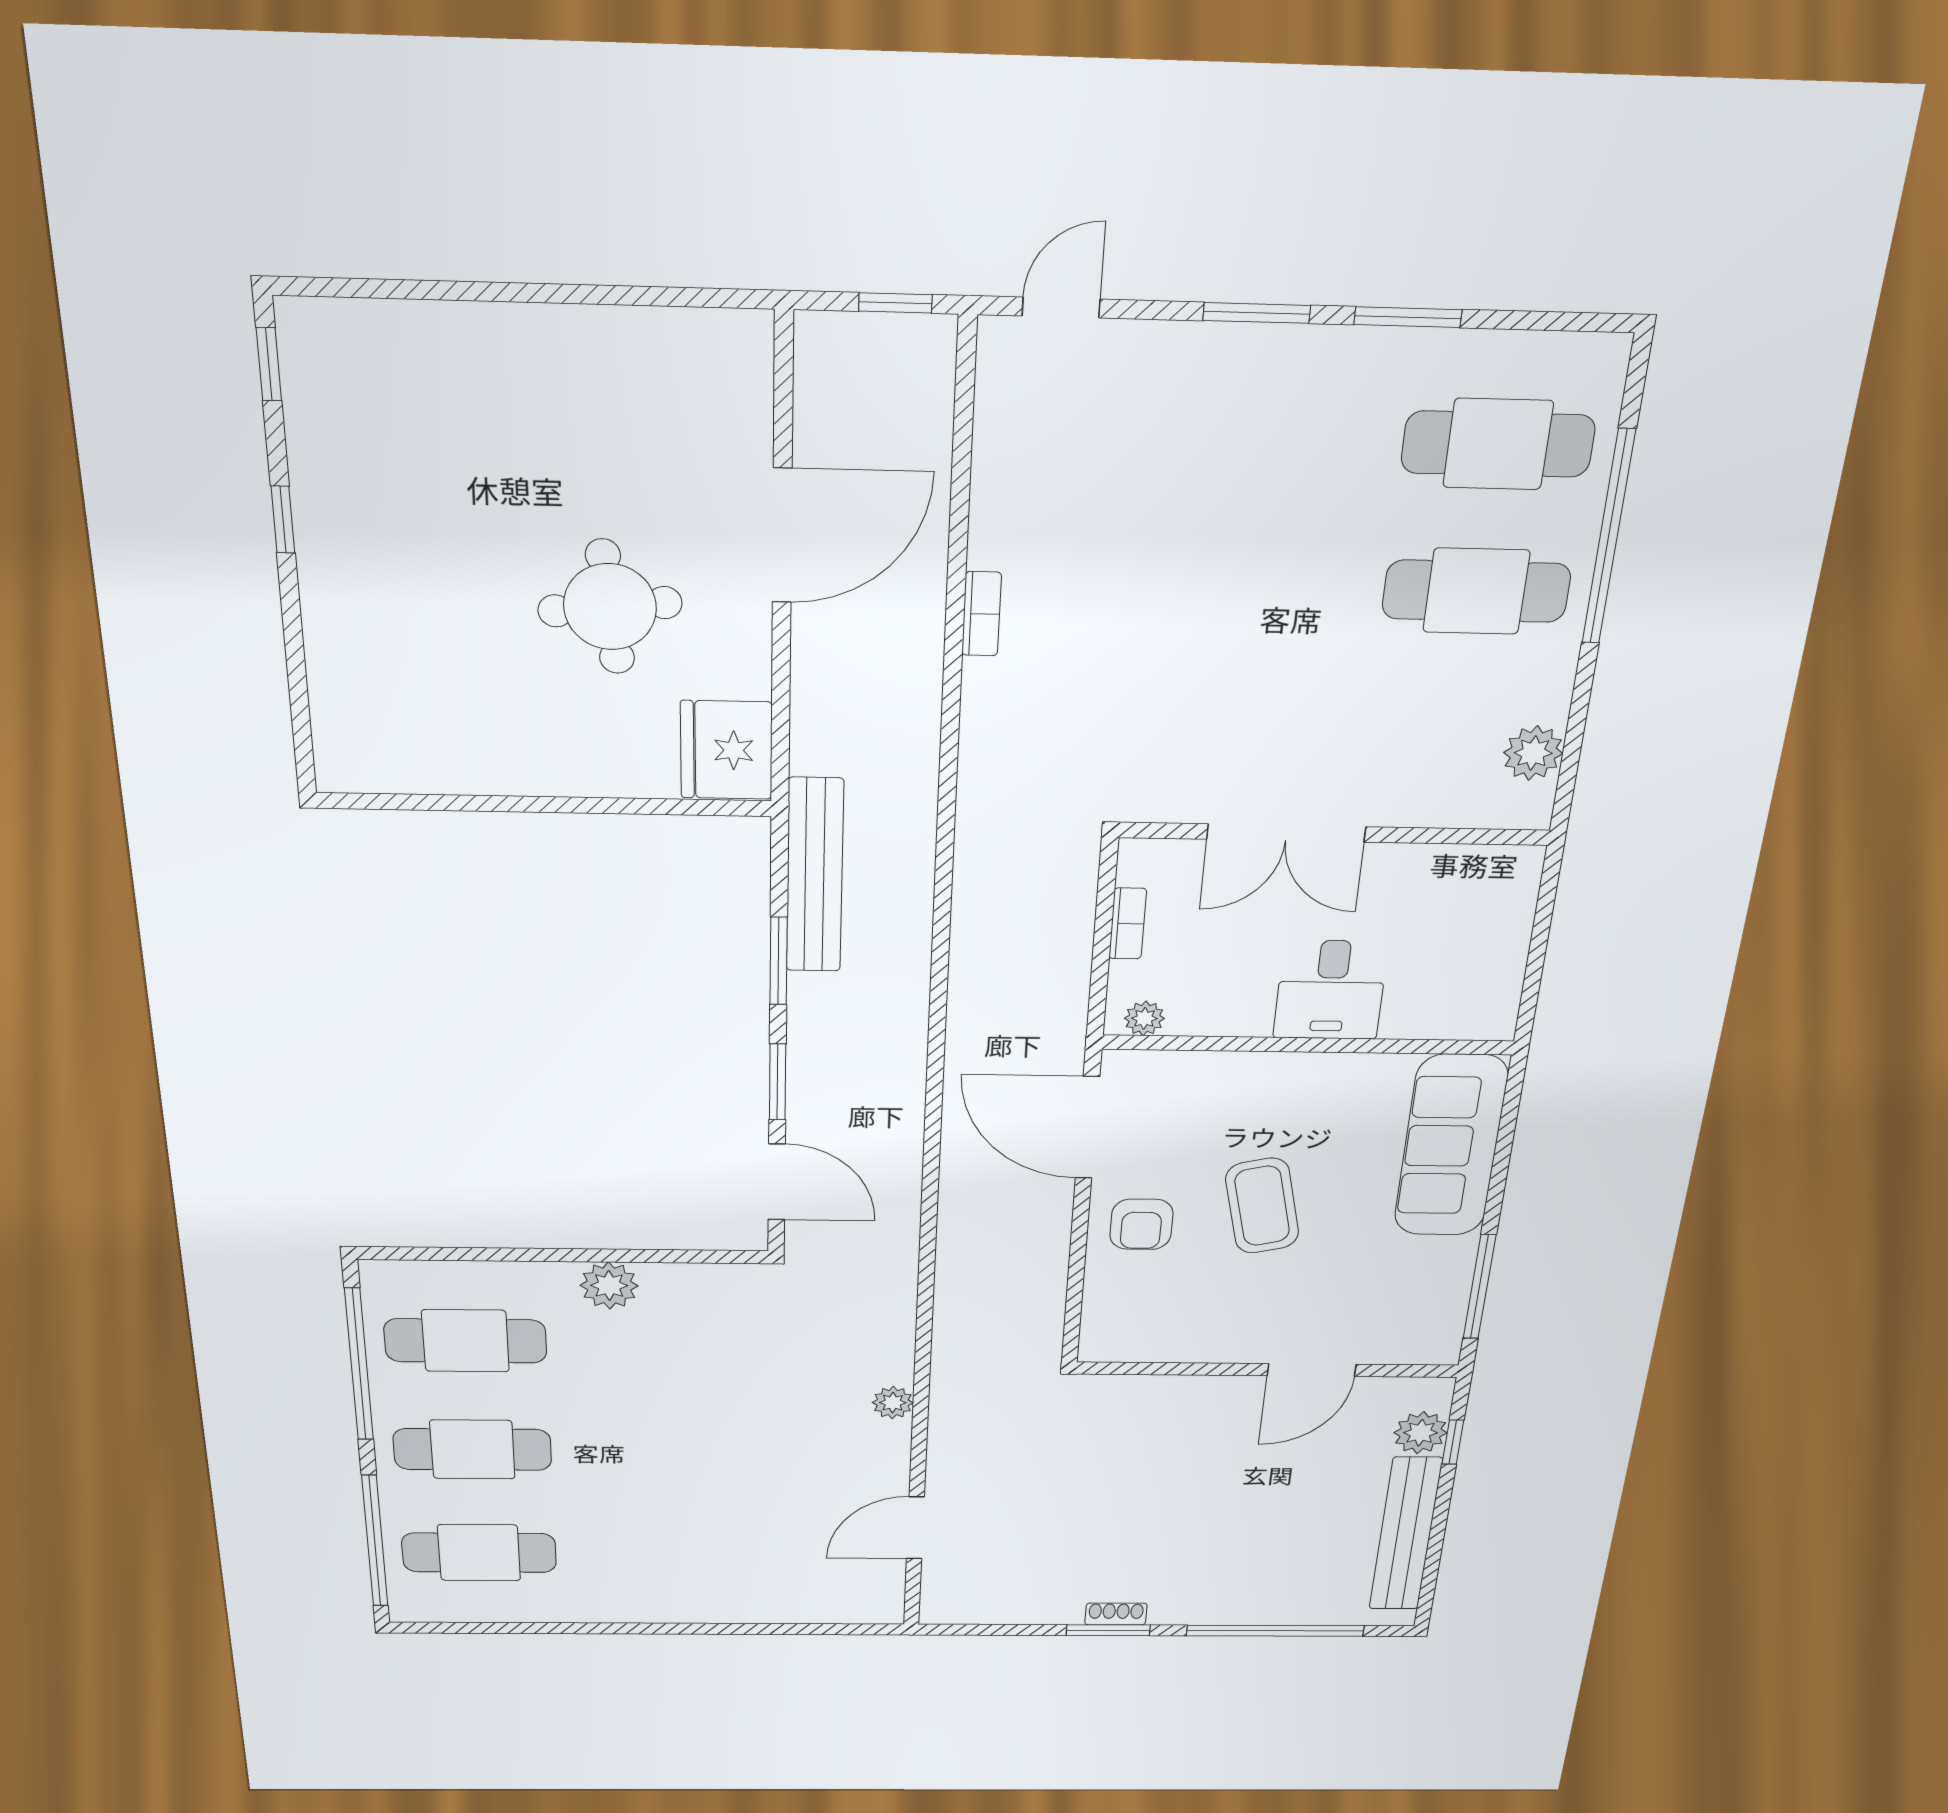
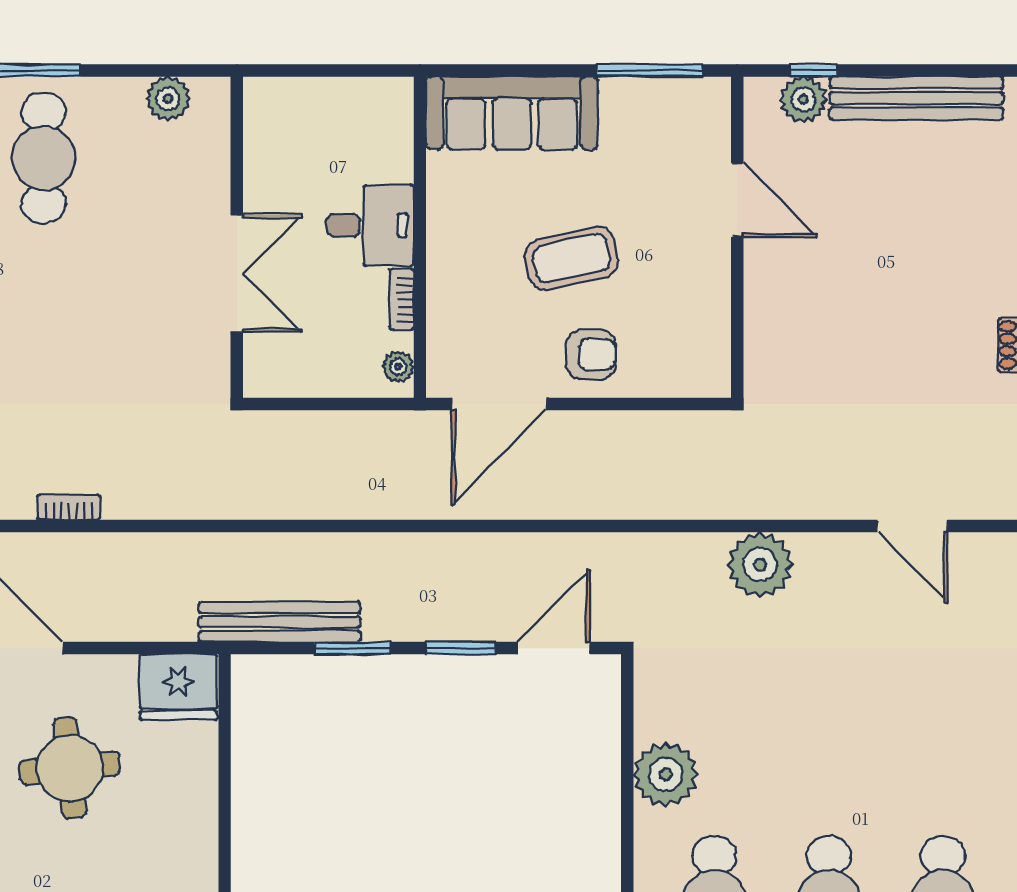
bookcase: (1128, 924) -> (402, 299), moved, turned -90
plant: (609, 1286) -> (666, 774), width x1.36, depth x1.36
plant: (893, 1403) -> (760, 565), width x1.88, depth x1.88

